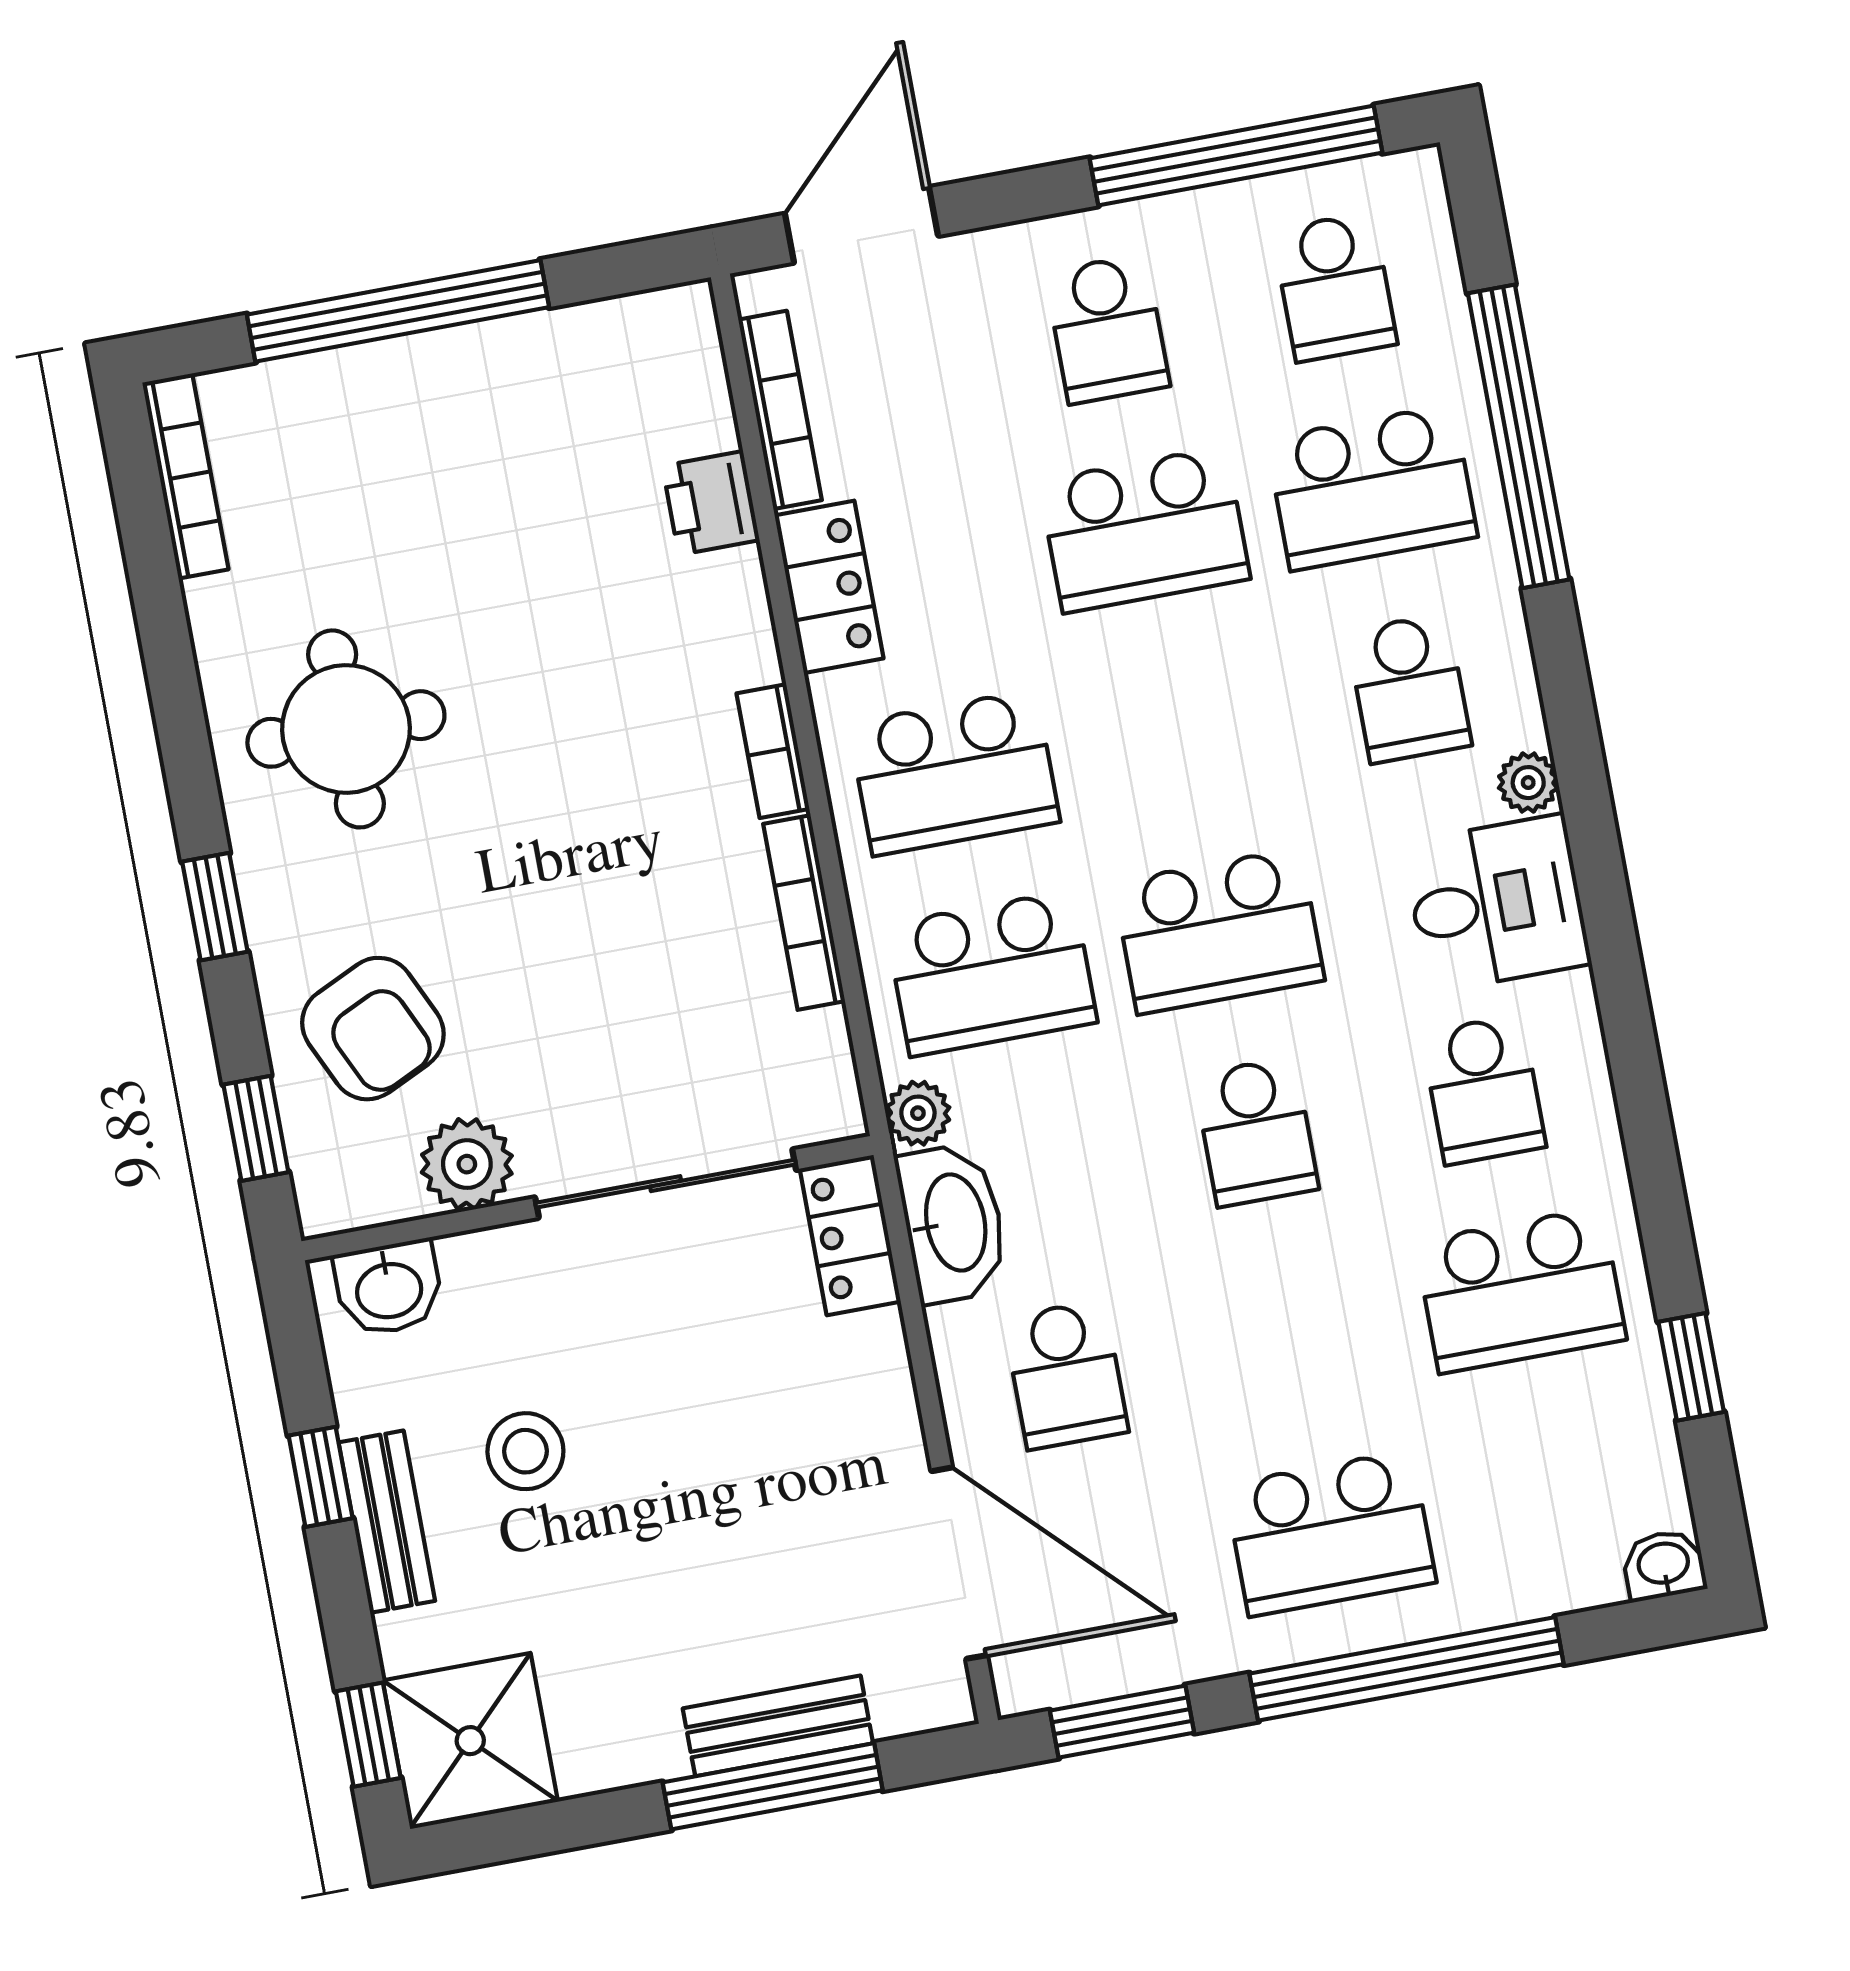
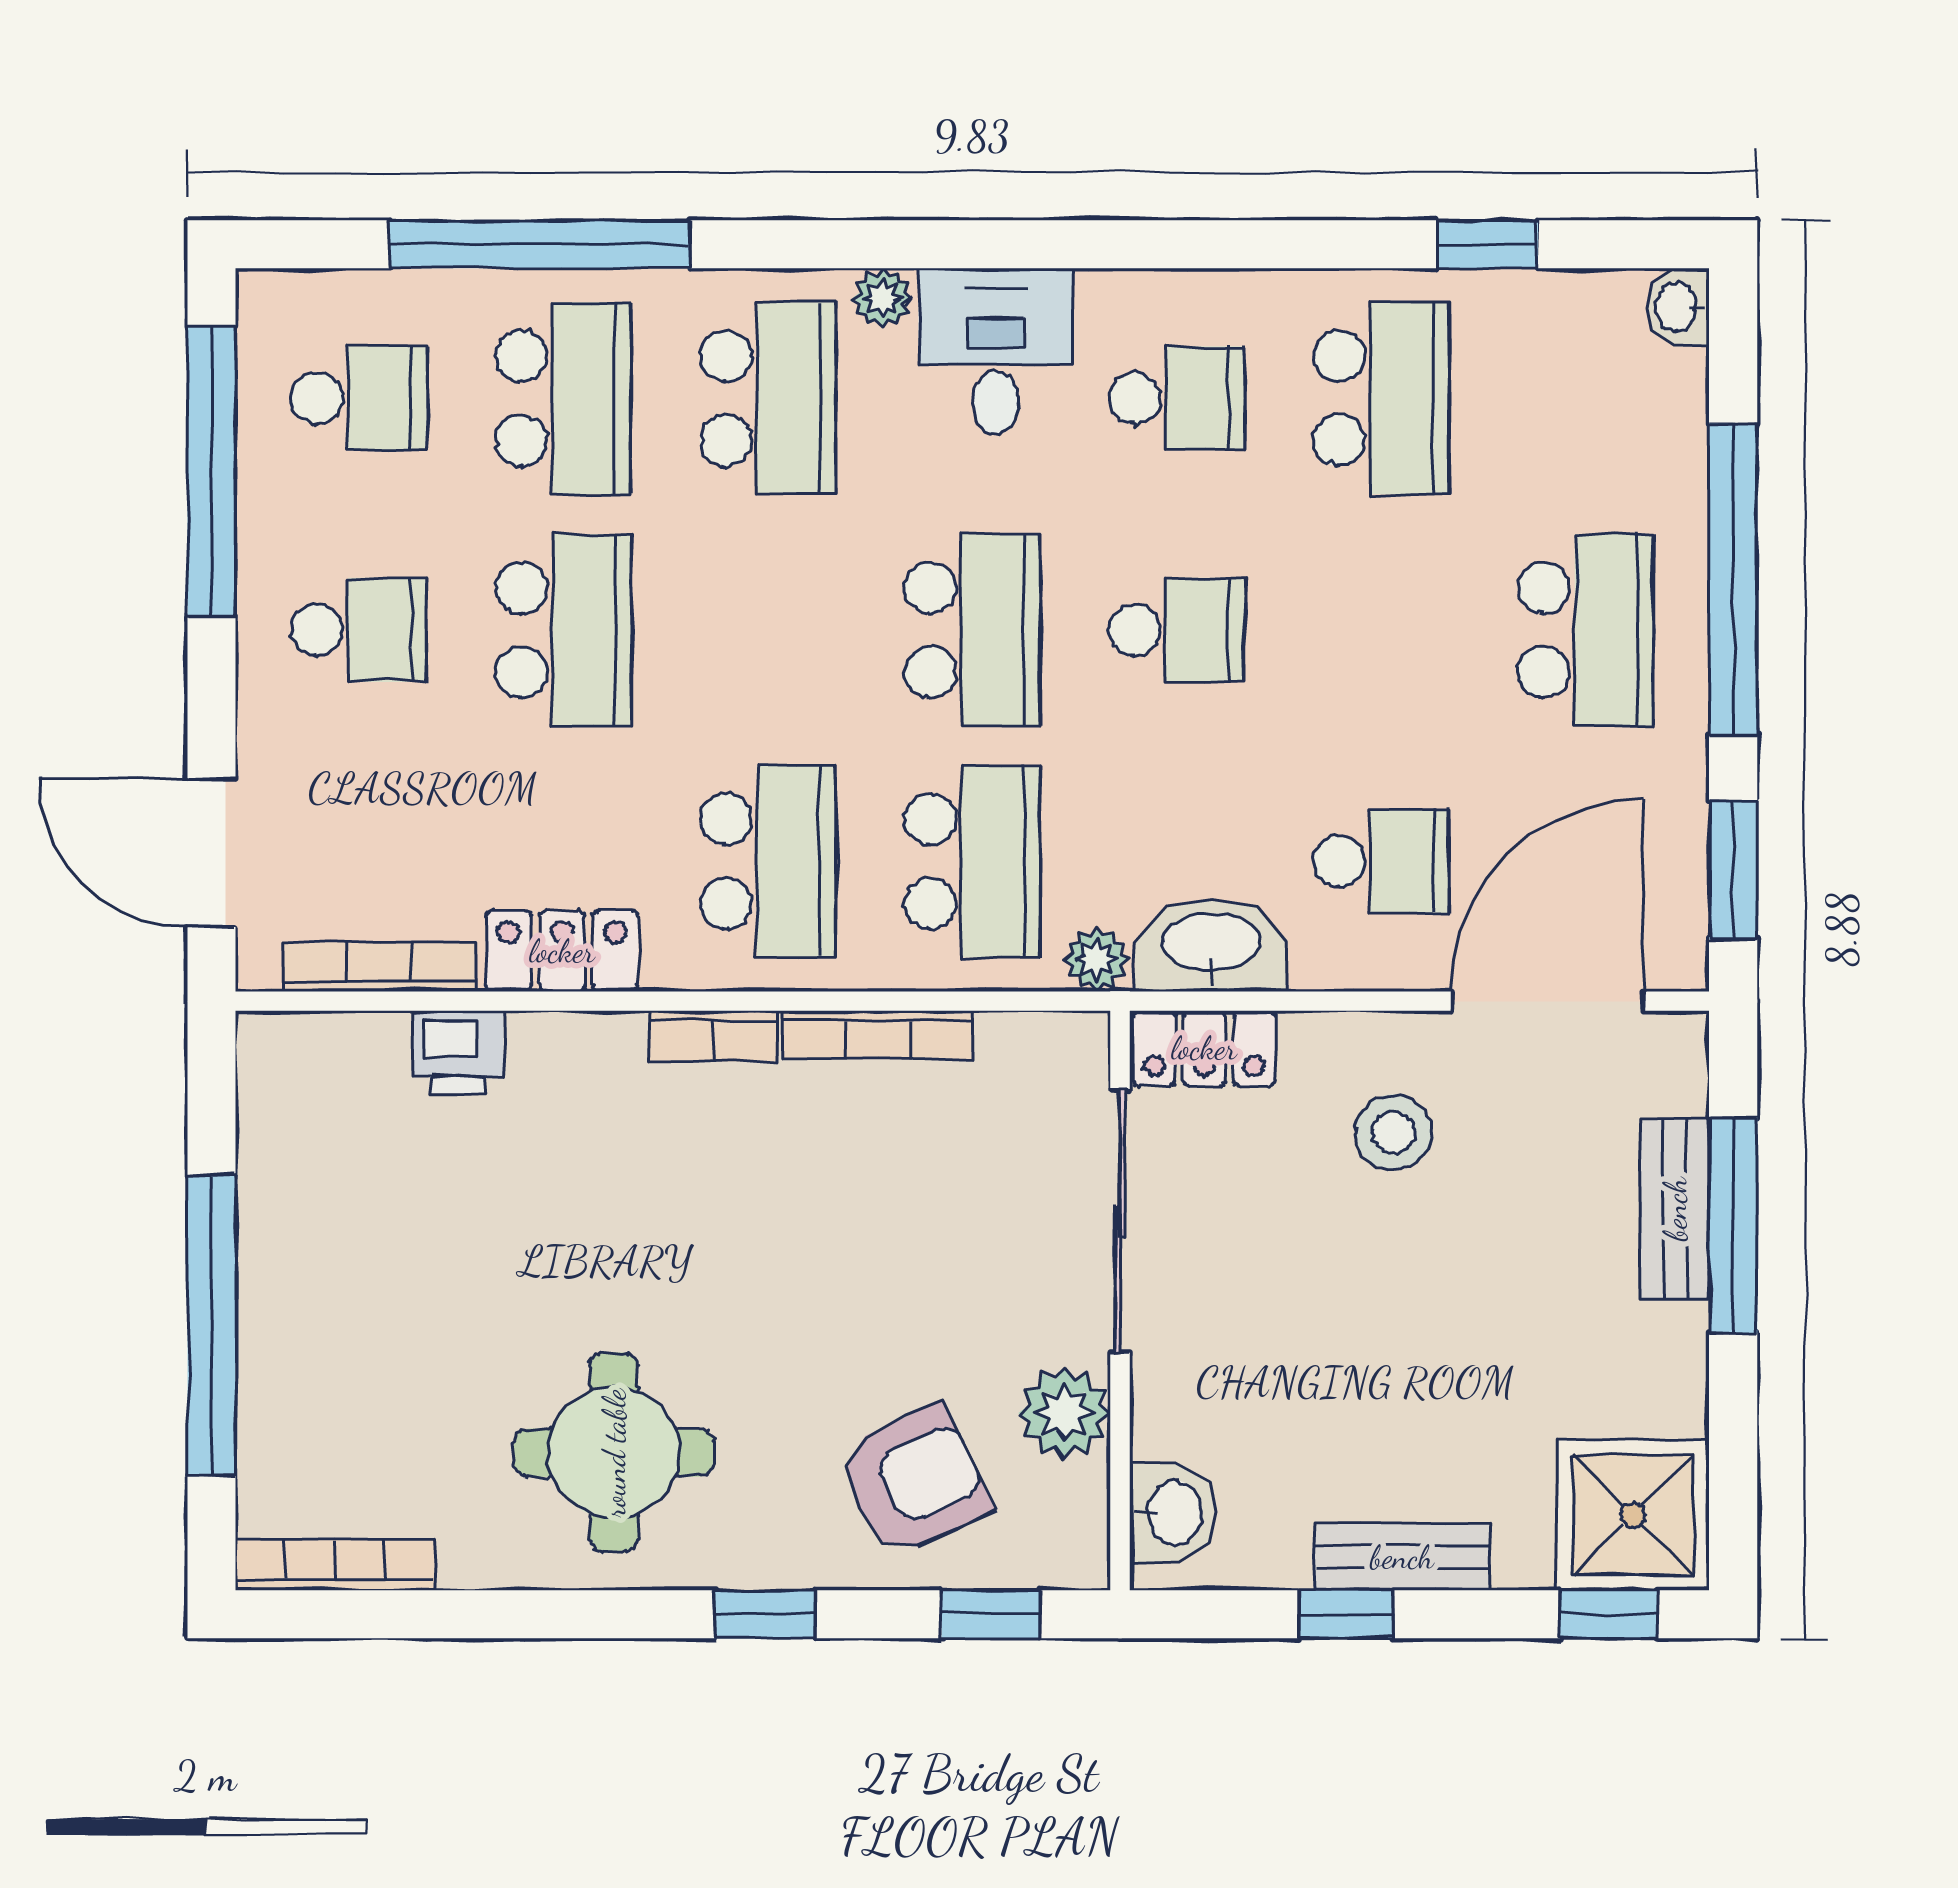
school desk: (1409, 688) -> (768, 398), width x1.85
stool: (525, 1451) -> (1394, 1132), moved

